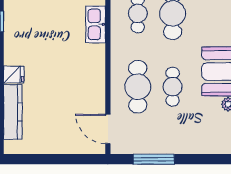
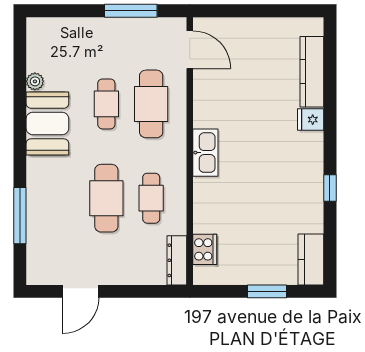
kitchen sink: (96, 24) -> (205, 153), moved

